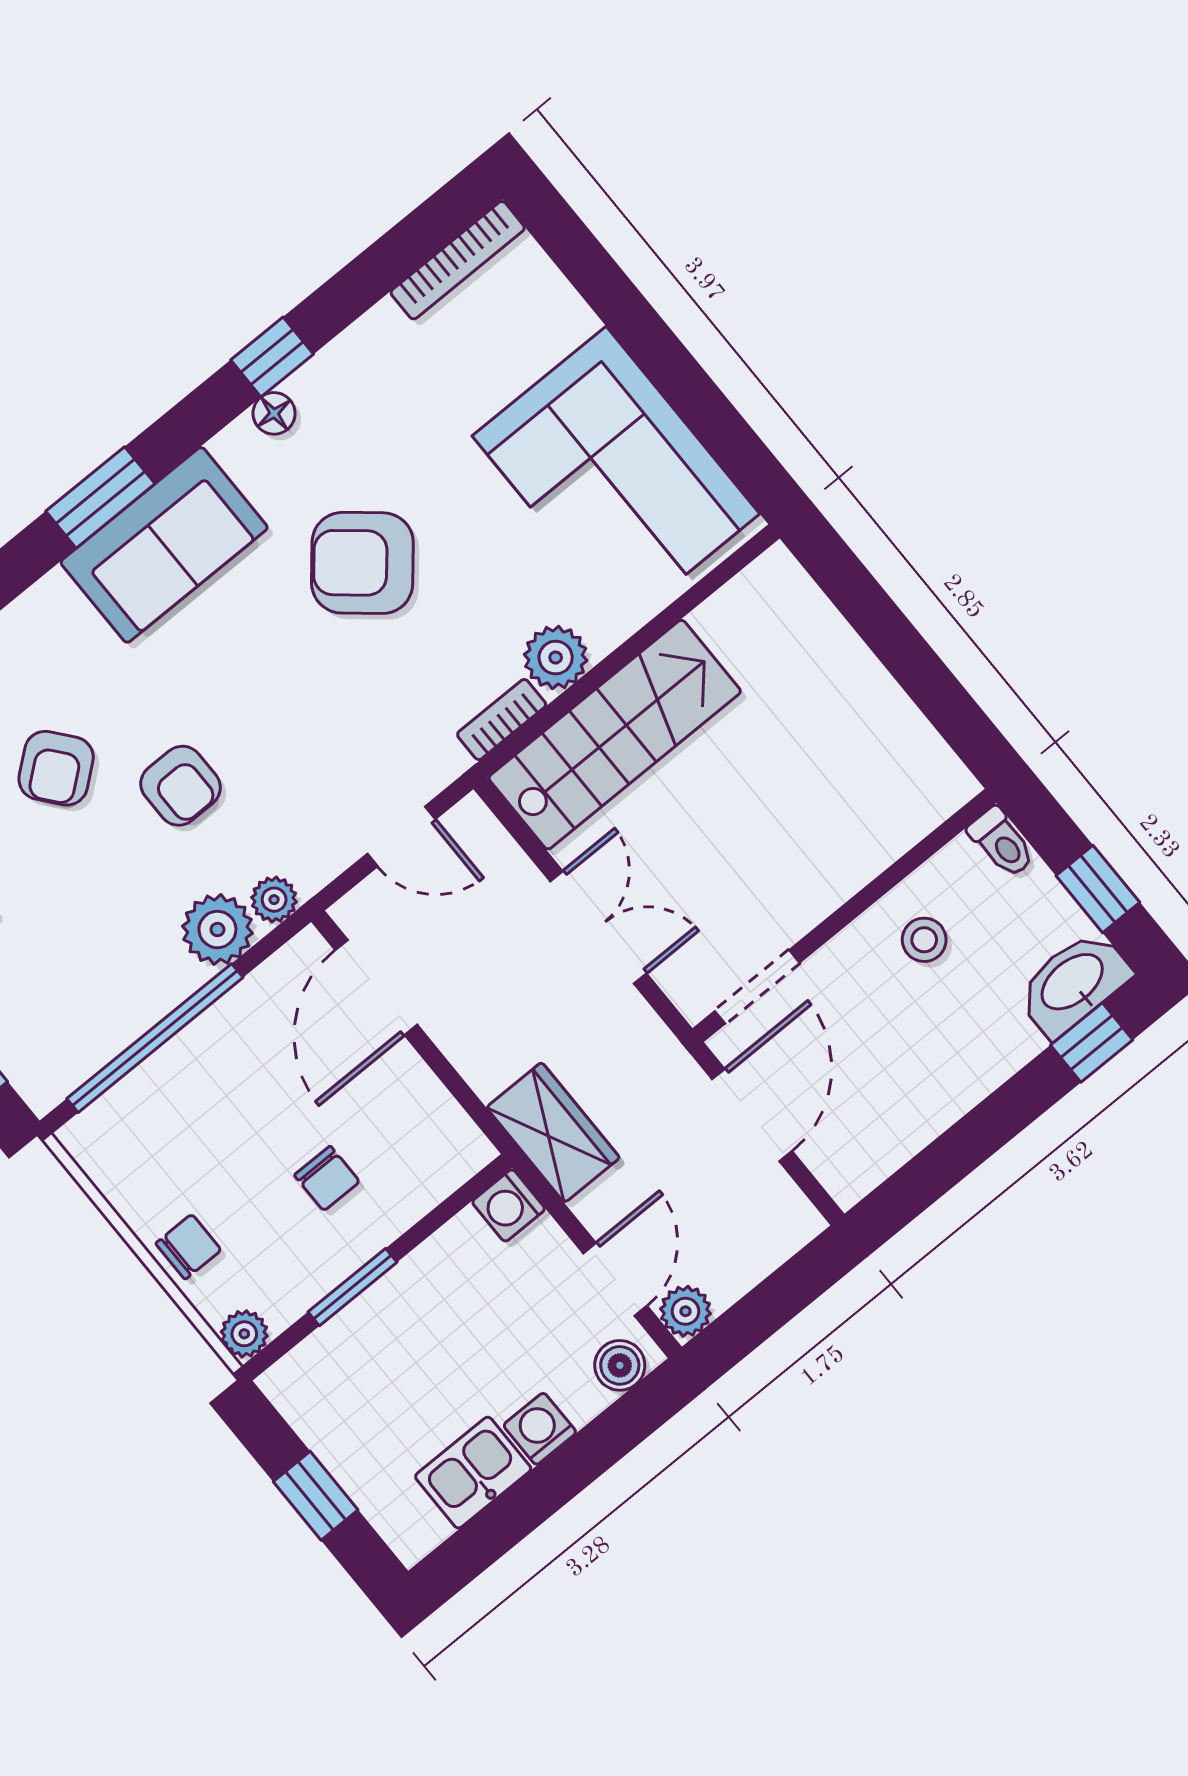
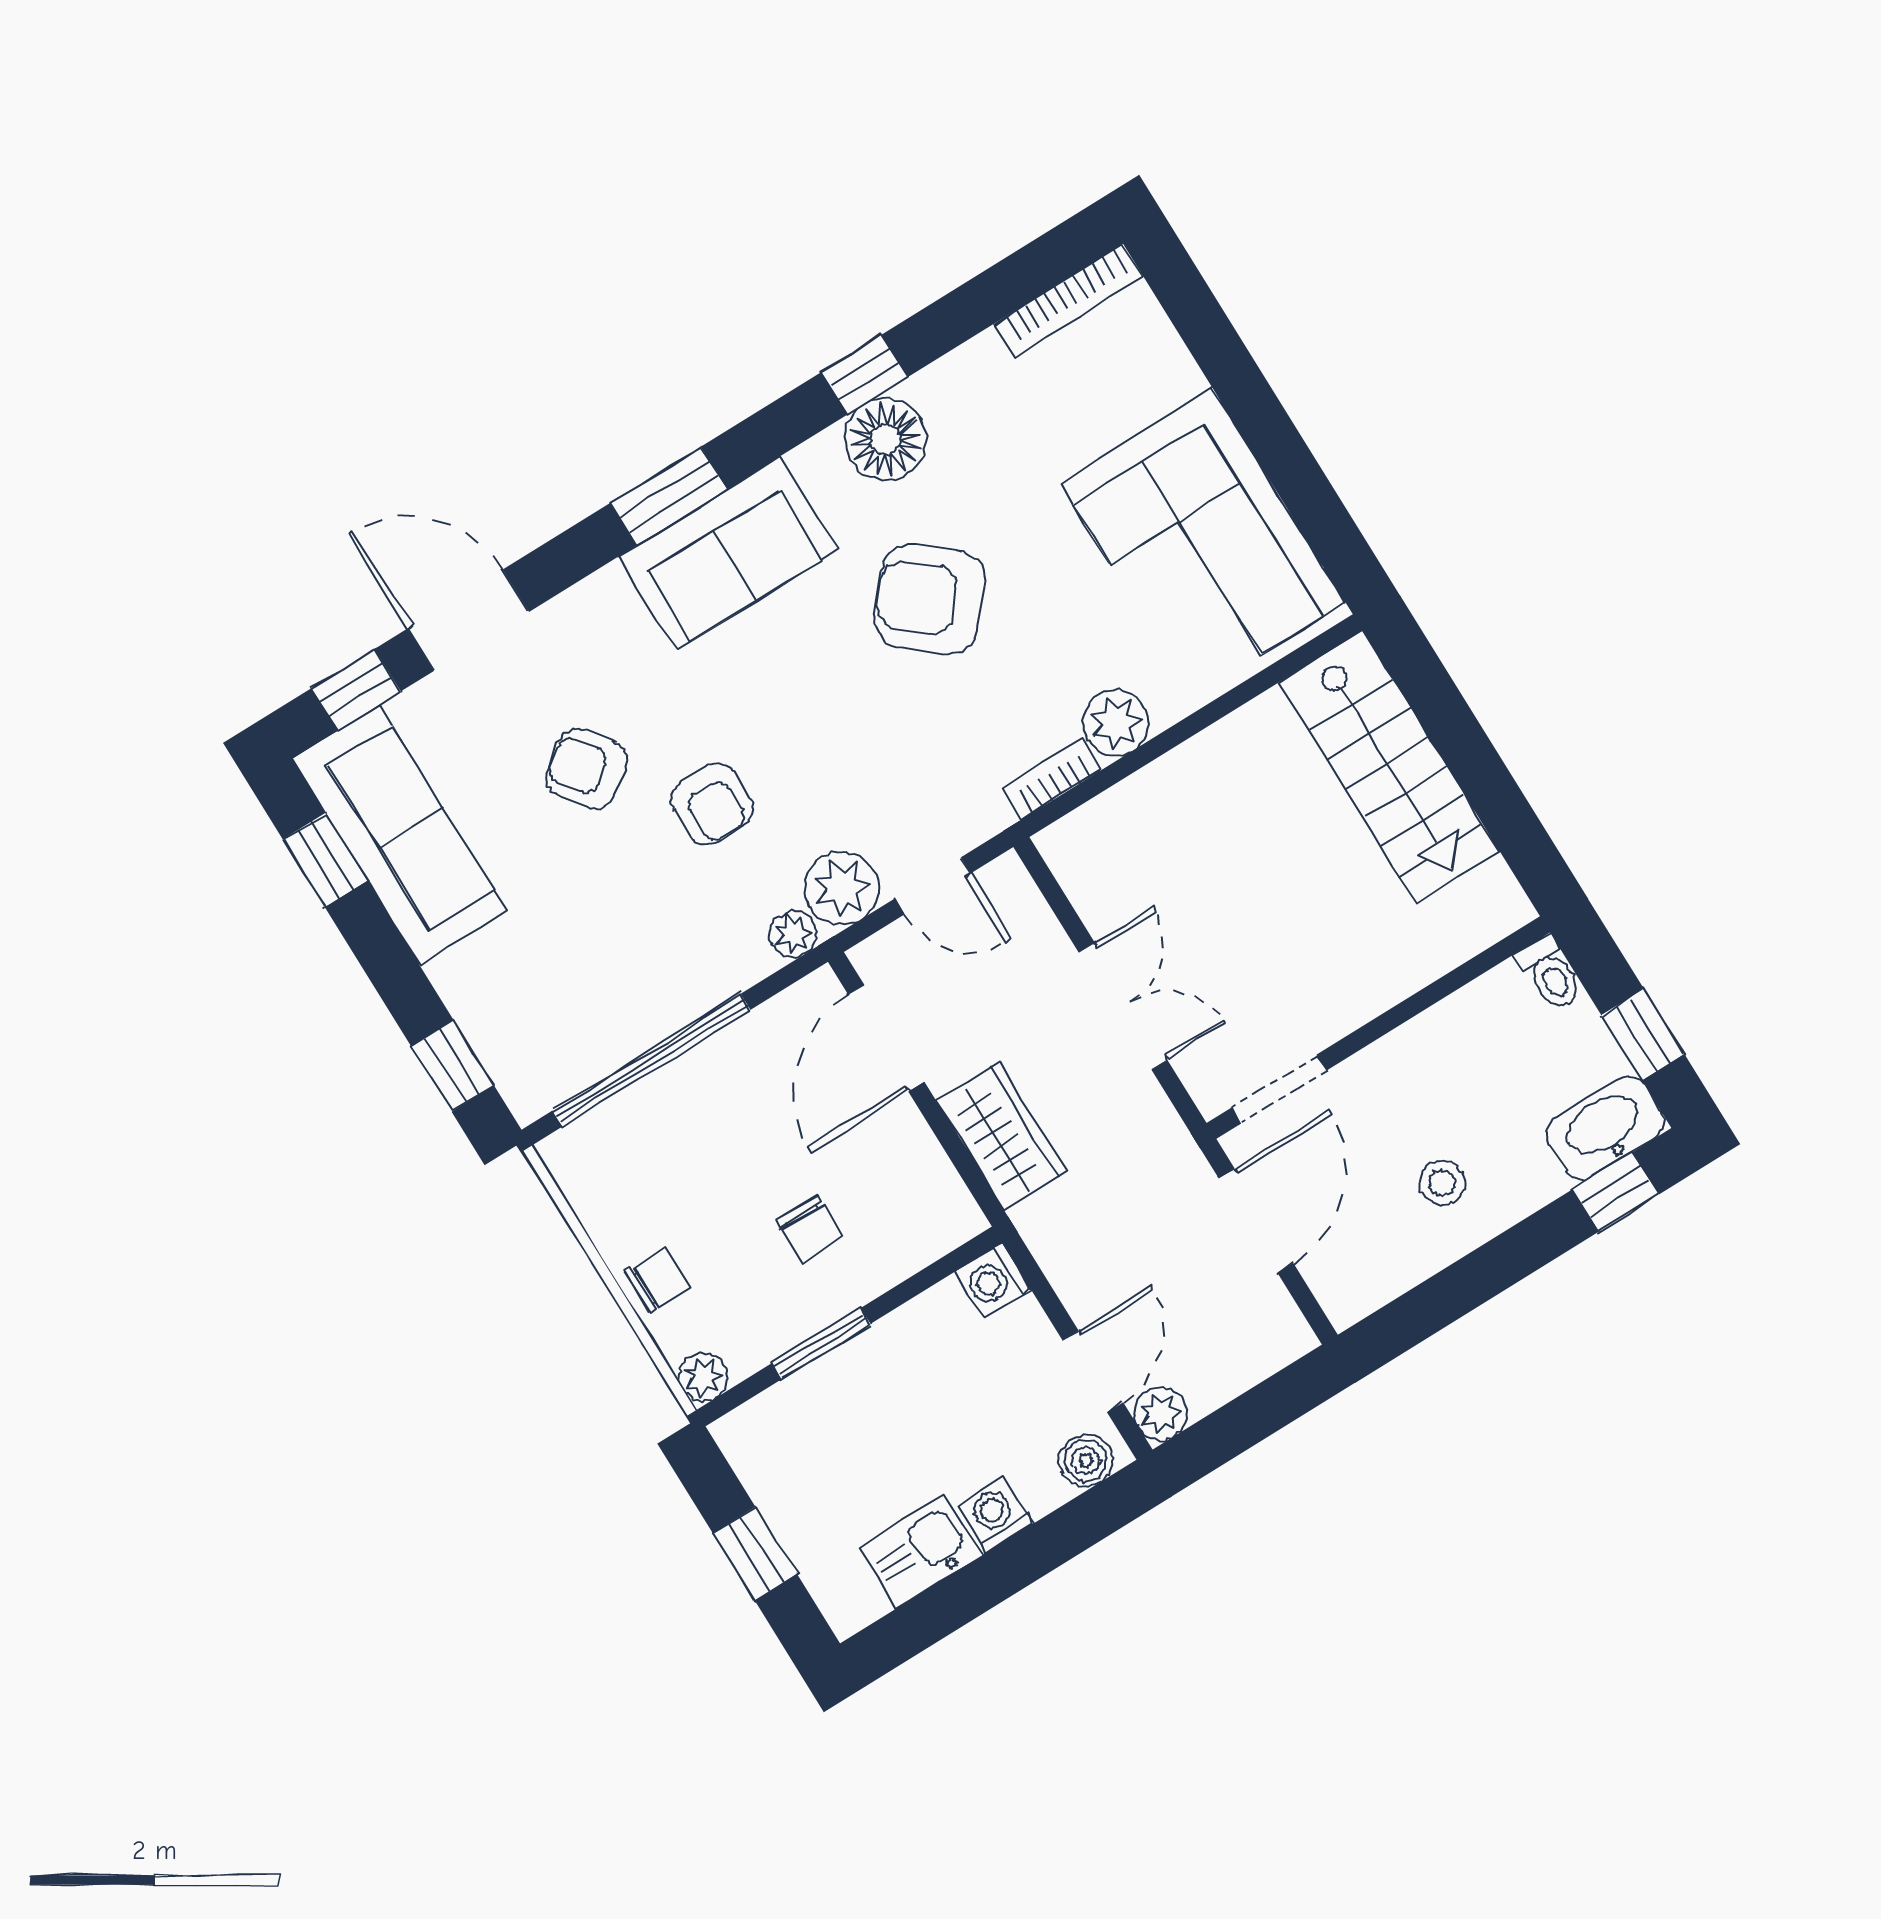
floor lamp: (274, 413) -> (885, 439), width x1.89, depth x1.89
stairs: (615, 735) -> (1390, 767), moved, turned 90
armchair: (56, 768) -> (586, 769), turned 92
plant: (217, 930) -> (841, 888), moved
stool: (924, 940) -> (1442, 1183), moved
wardrobe: (553, 1133) -> (1002, 1136), moved

